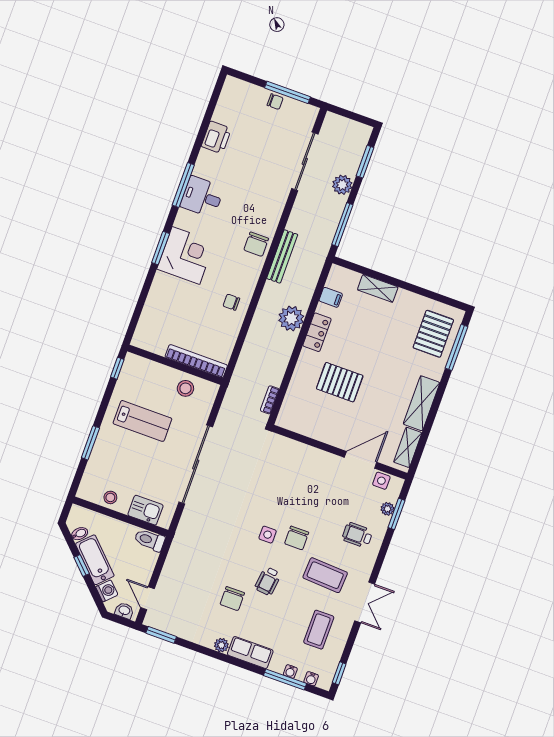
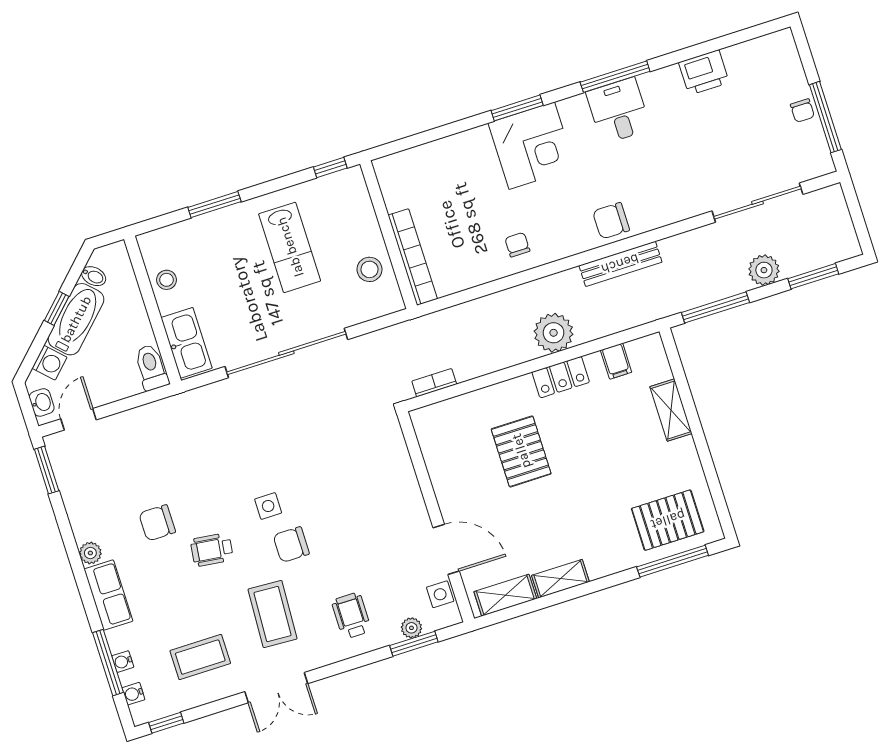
shelving: (422, 403) -> (560, 579), width x0.67, depth x0.75
kitchen sink: (145, 510) -> (187, 343), width x1.38

